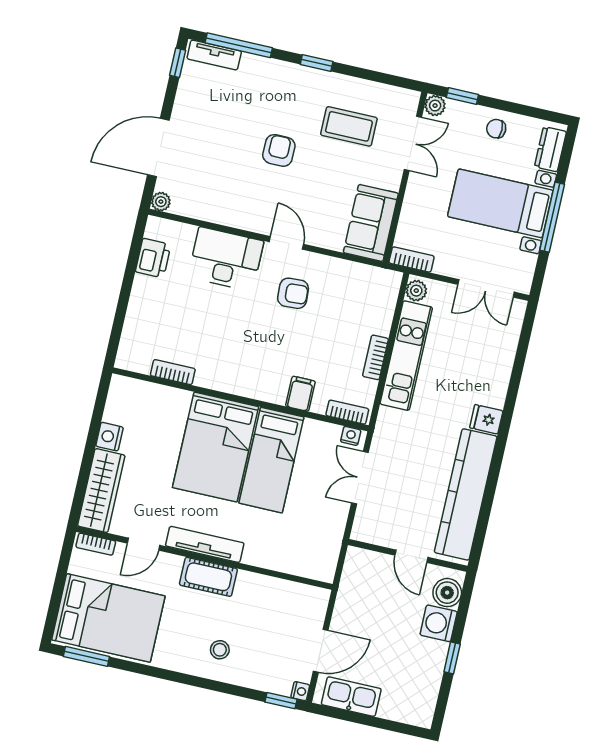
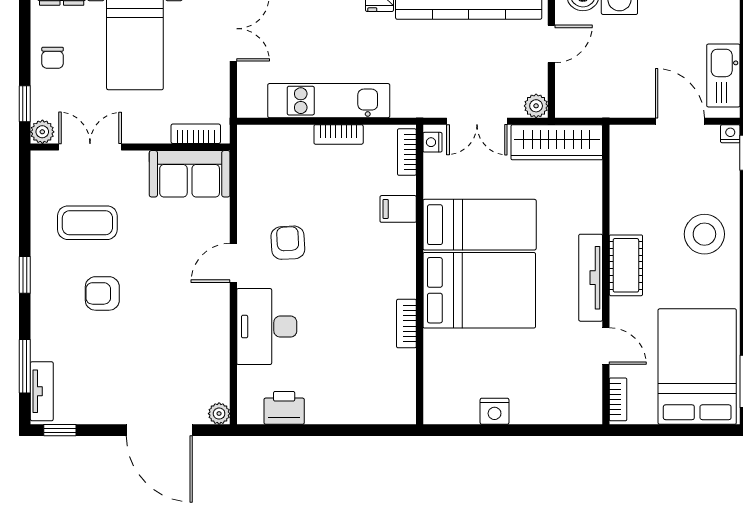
window: (239, 45) -> (25, 366), width x0.69
coffee table: (349, 126) -> (87, 223), turned 90
armchair: (279, 150) -> (102, 293), moved
bookcase: (412, 259) -> (196, 134), moved, turned 90
plant: (416, 291) -> (536, 106), moved
bookcase: (173, 372) -> (406, 324), moved
wardrobe: (101, 491) -> (557, 142), moved, turned 180
stool: (220, 650) -> (704, 234), width x1.89, depth x1.89

